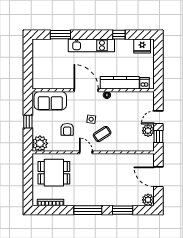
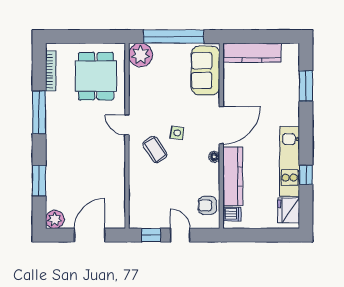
kitchen unit: (91, 45) -> (290, 162), moved
kitchen counter: (38, 70) -> (252, 53), added
window: (28, 122) -> (174, 37), width x3.17
armchair: (67, 129) -> (207, 205), moved
plant: (148, 131) -> (160, 219), removed
door: (86, 152) -> (127, 125), swing flipped
window: (88, 210) -> (39, 112), moved

